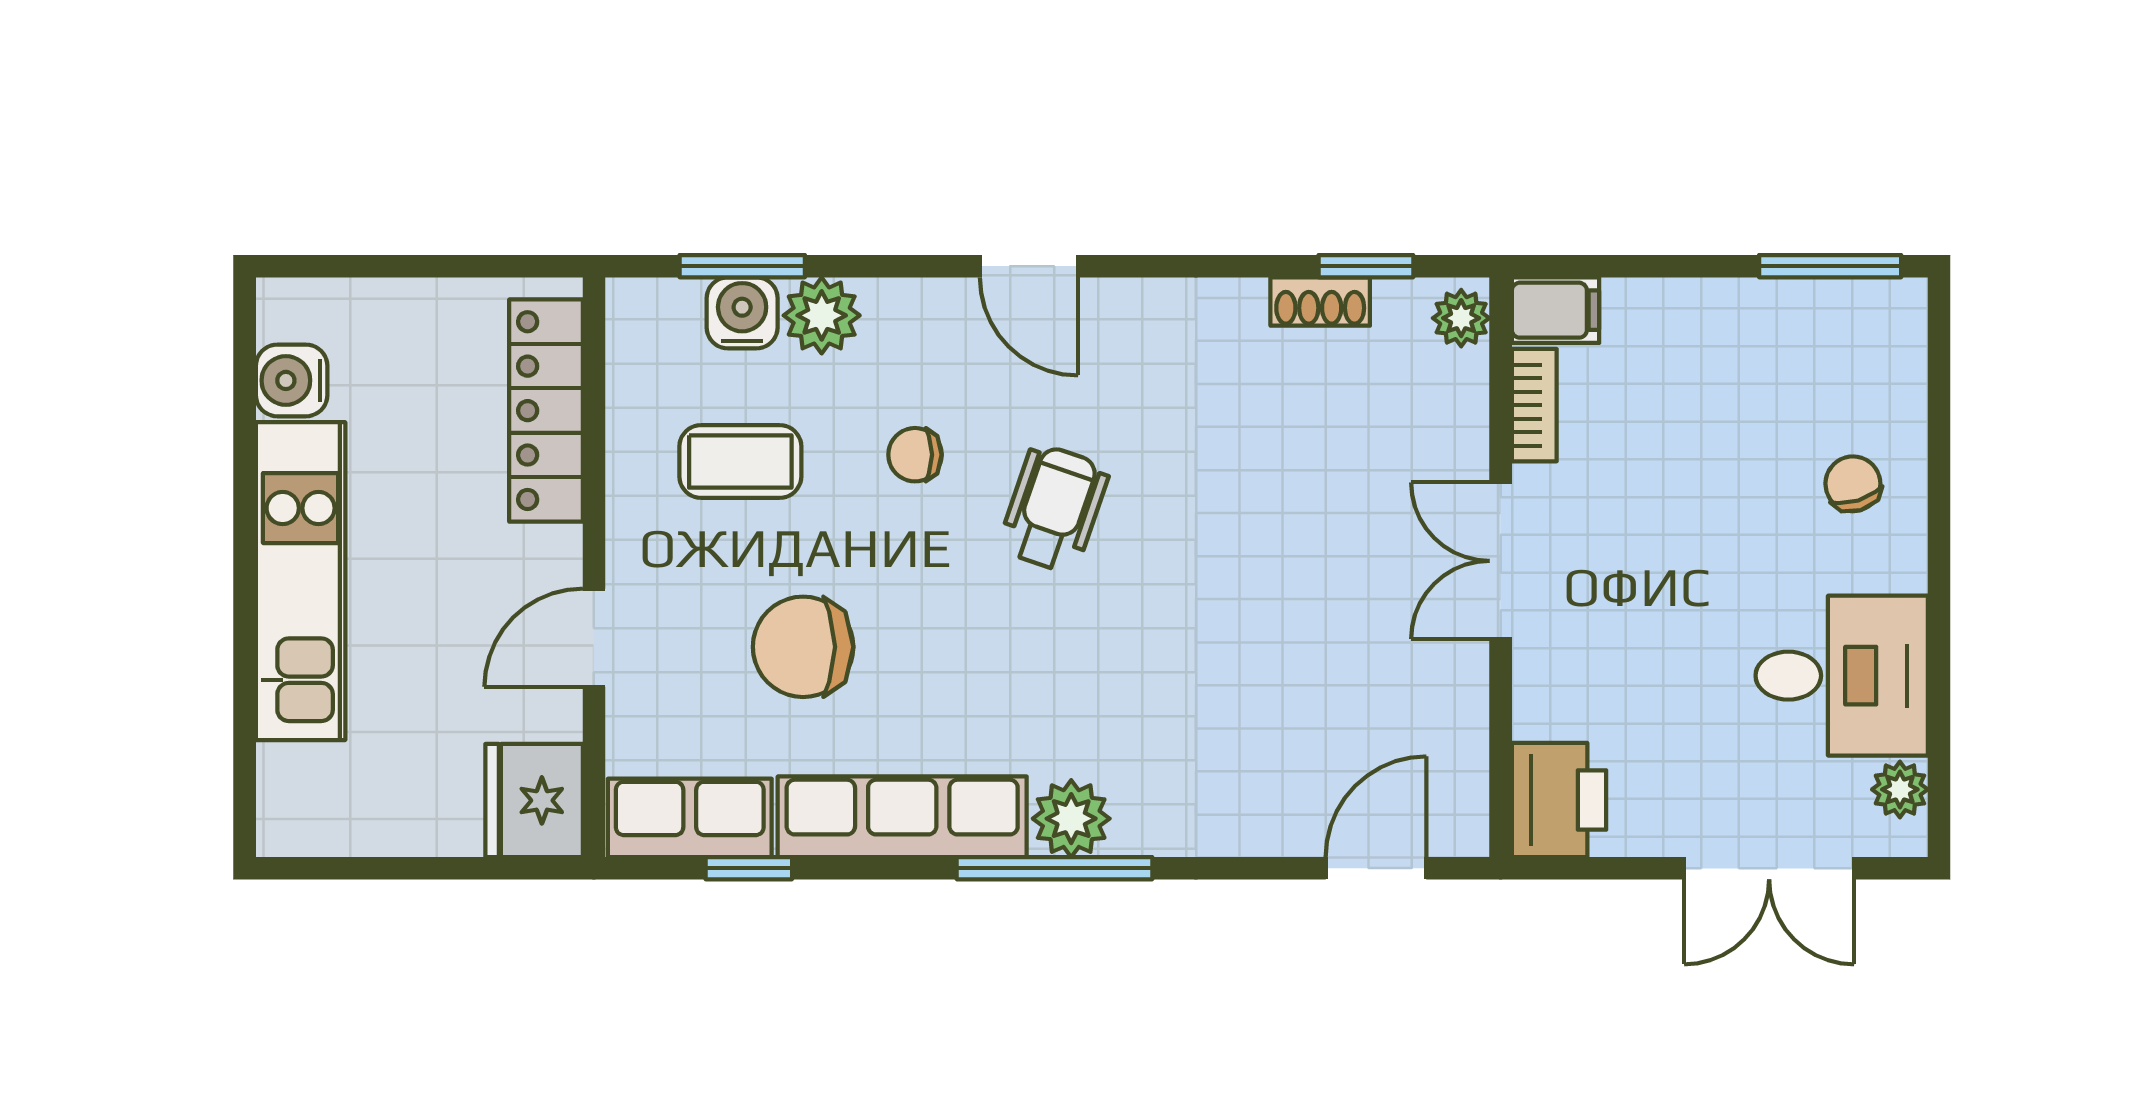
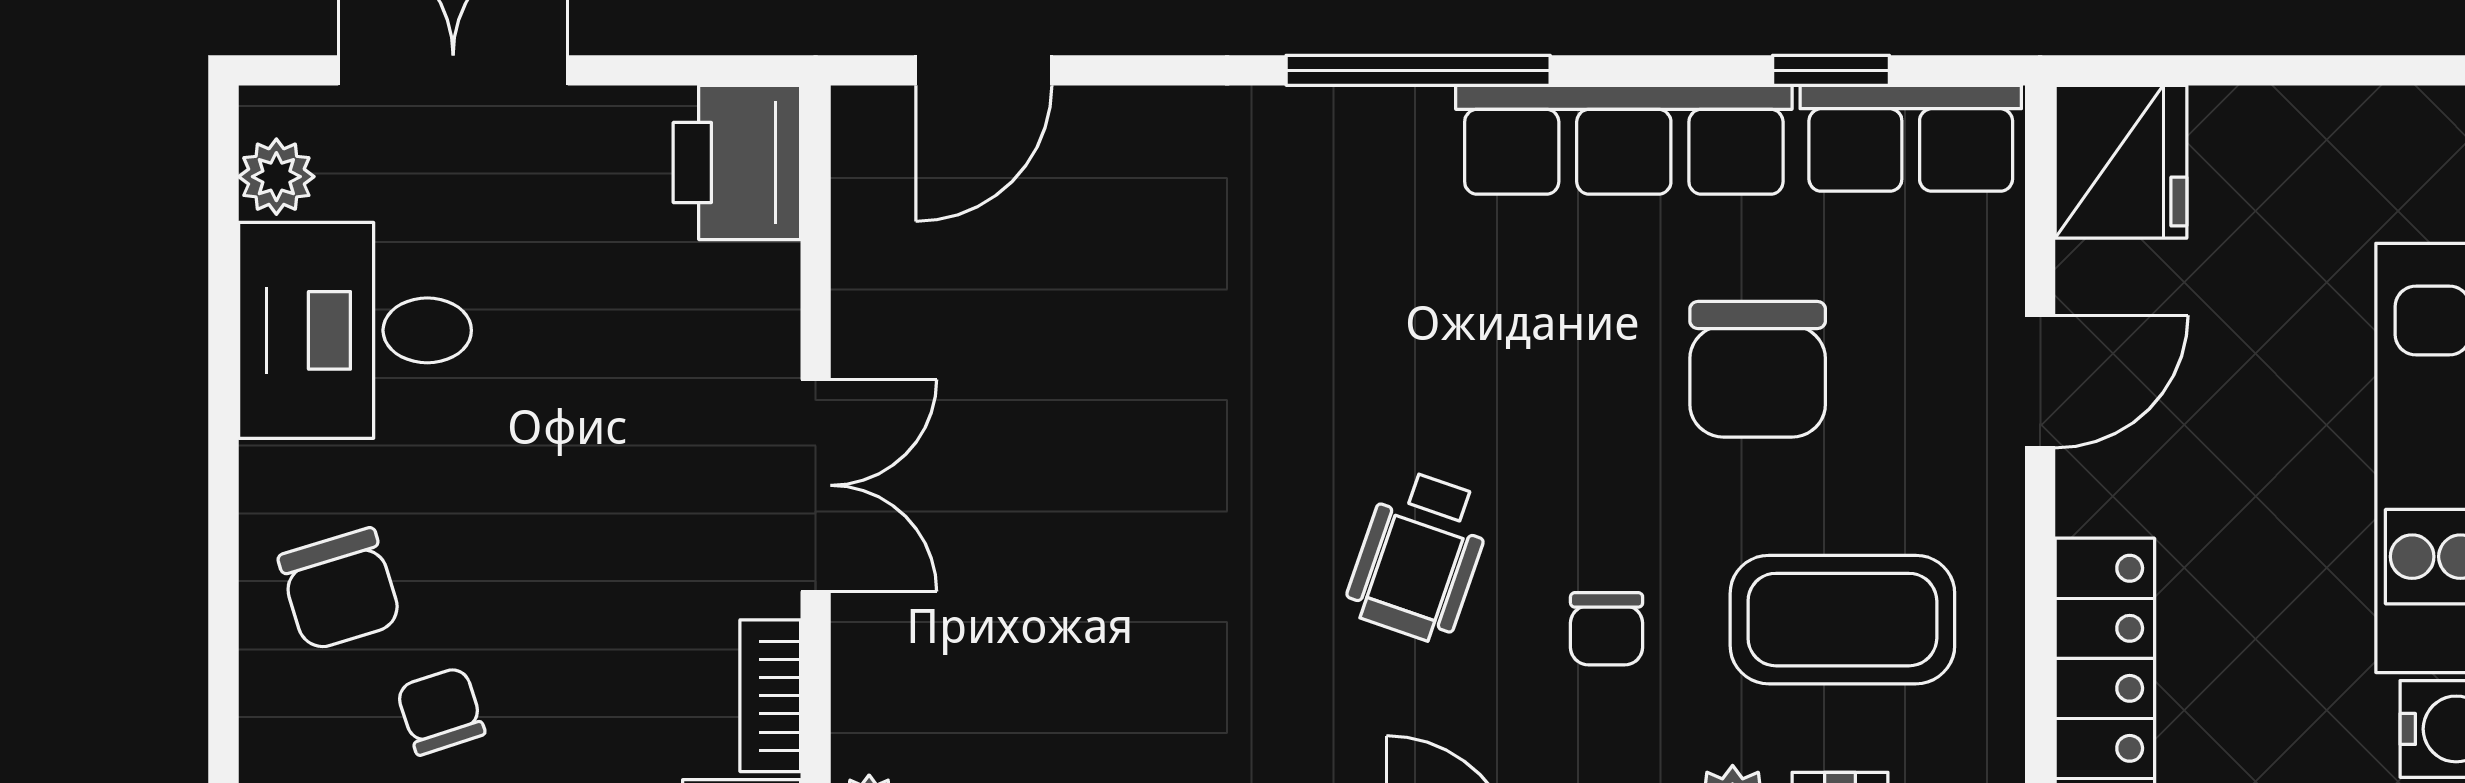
chair: (1778, 394) -> (441, 711), added
chair: (915, 455) -> (1607, 629), turned 90
coffee table: (740, 461) -> (1842, 620), width x1.36, depth x1.30
chair: (1853, 484) -> (340, 589), width x1.37, depth x1.37
chair: (803, 647) -> (1758, 369), turned 90
plant: (1071, 819) -> (1396, 137), removed

